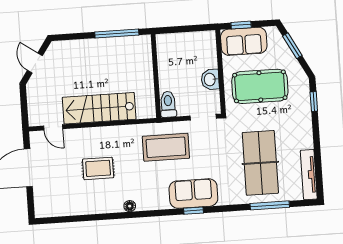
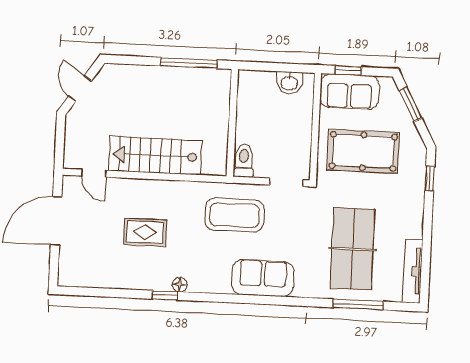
washbasin: (210, 79) -> (289, 83), moved, turned -90
window: (194, 211) -> (165, 295), moved

